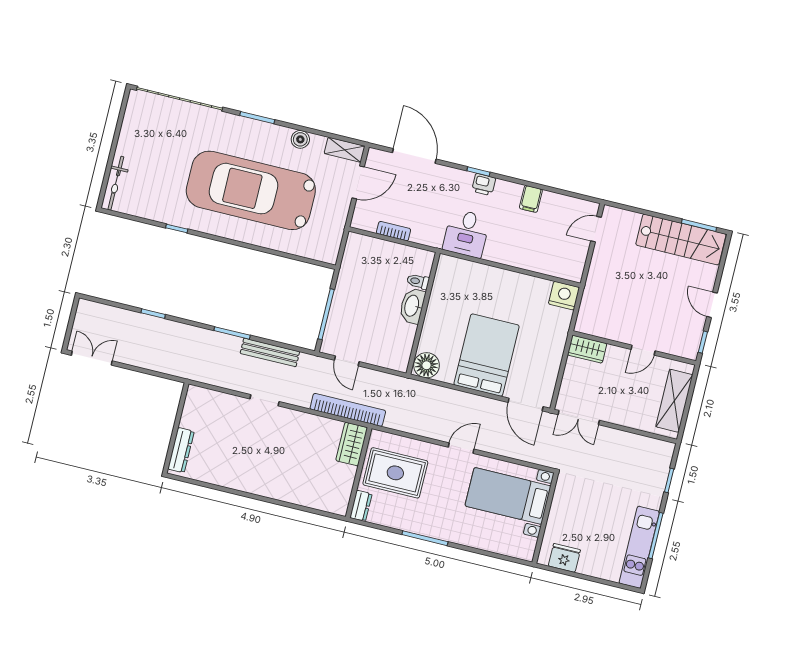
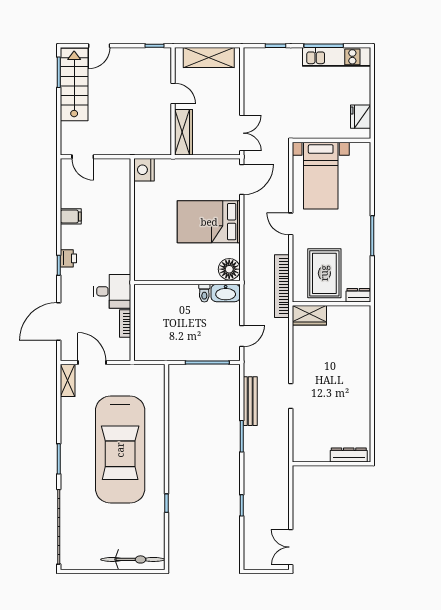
boiler: (300, 139) -> (68, 419), removed
bicycle: (116, 183) -> (133, 559), width x1.37, depth x1.40
desk: (466, 233) -> (112, 291), moved
toilet: (418, 281) -> (204, 293), moved
door: (712, 305) -> (99, 46), moved
washbasin: (412, 306) -> (226, 293), moved
wardrobe: (587, 349) -> (184, 132), width x1.50
bookcase: (348, 410) -> (282, 286), moved

